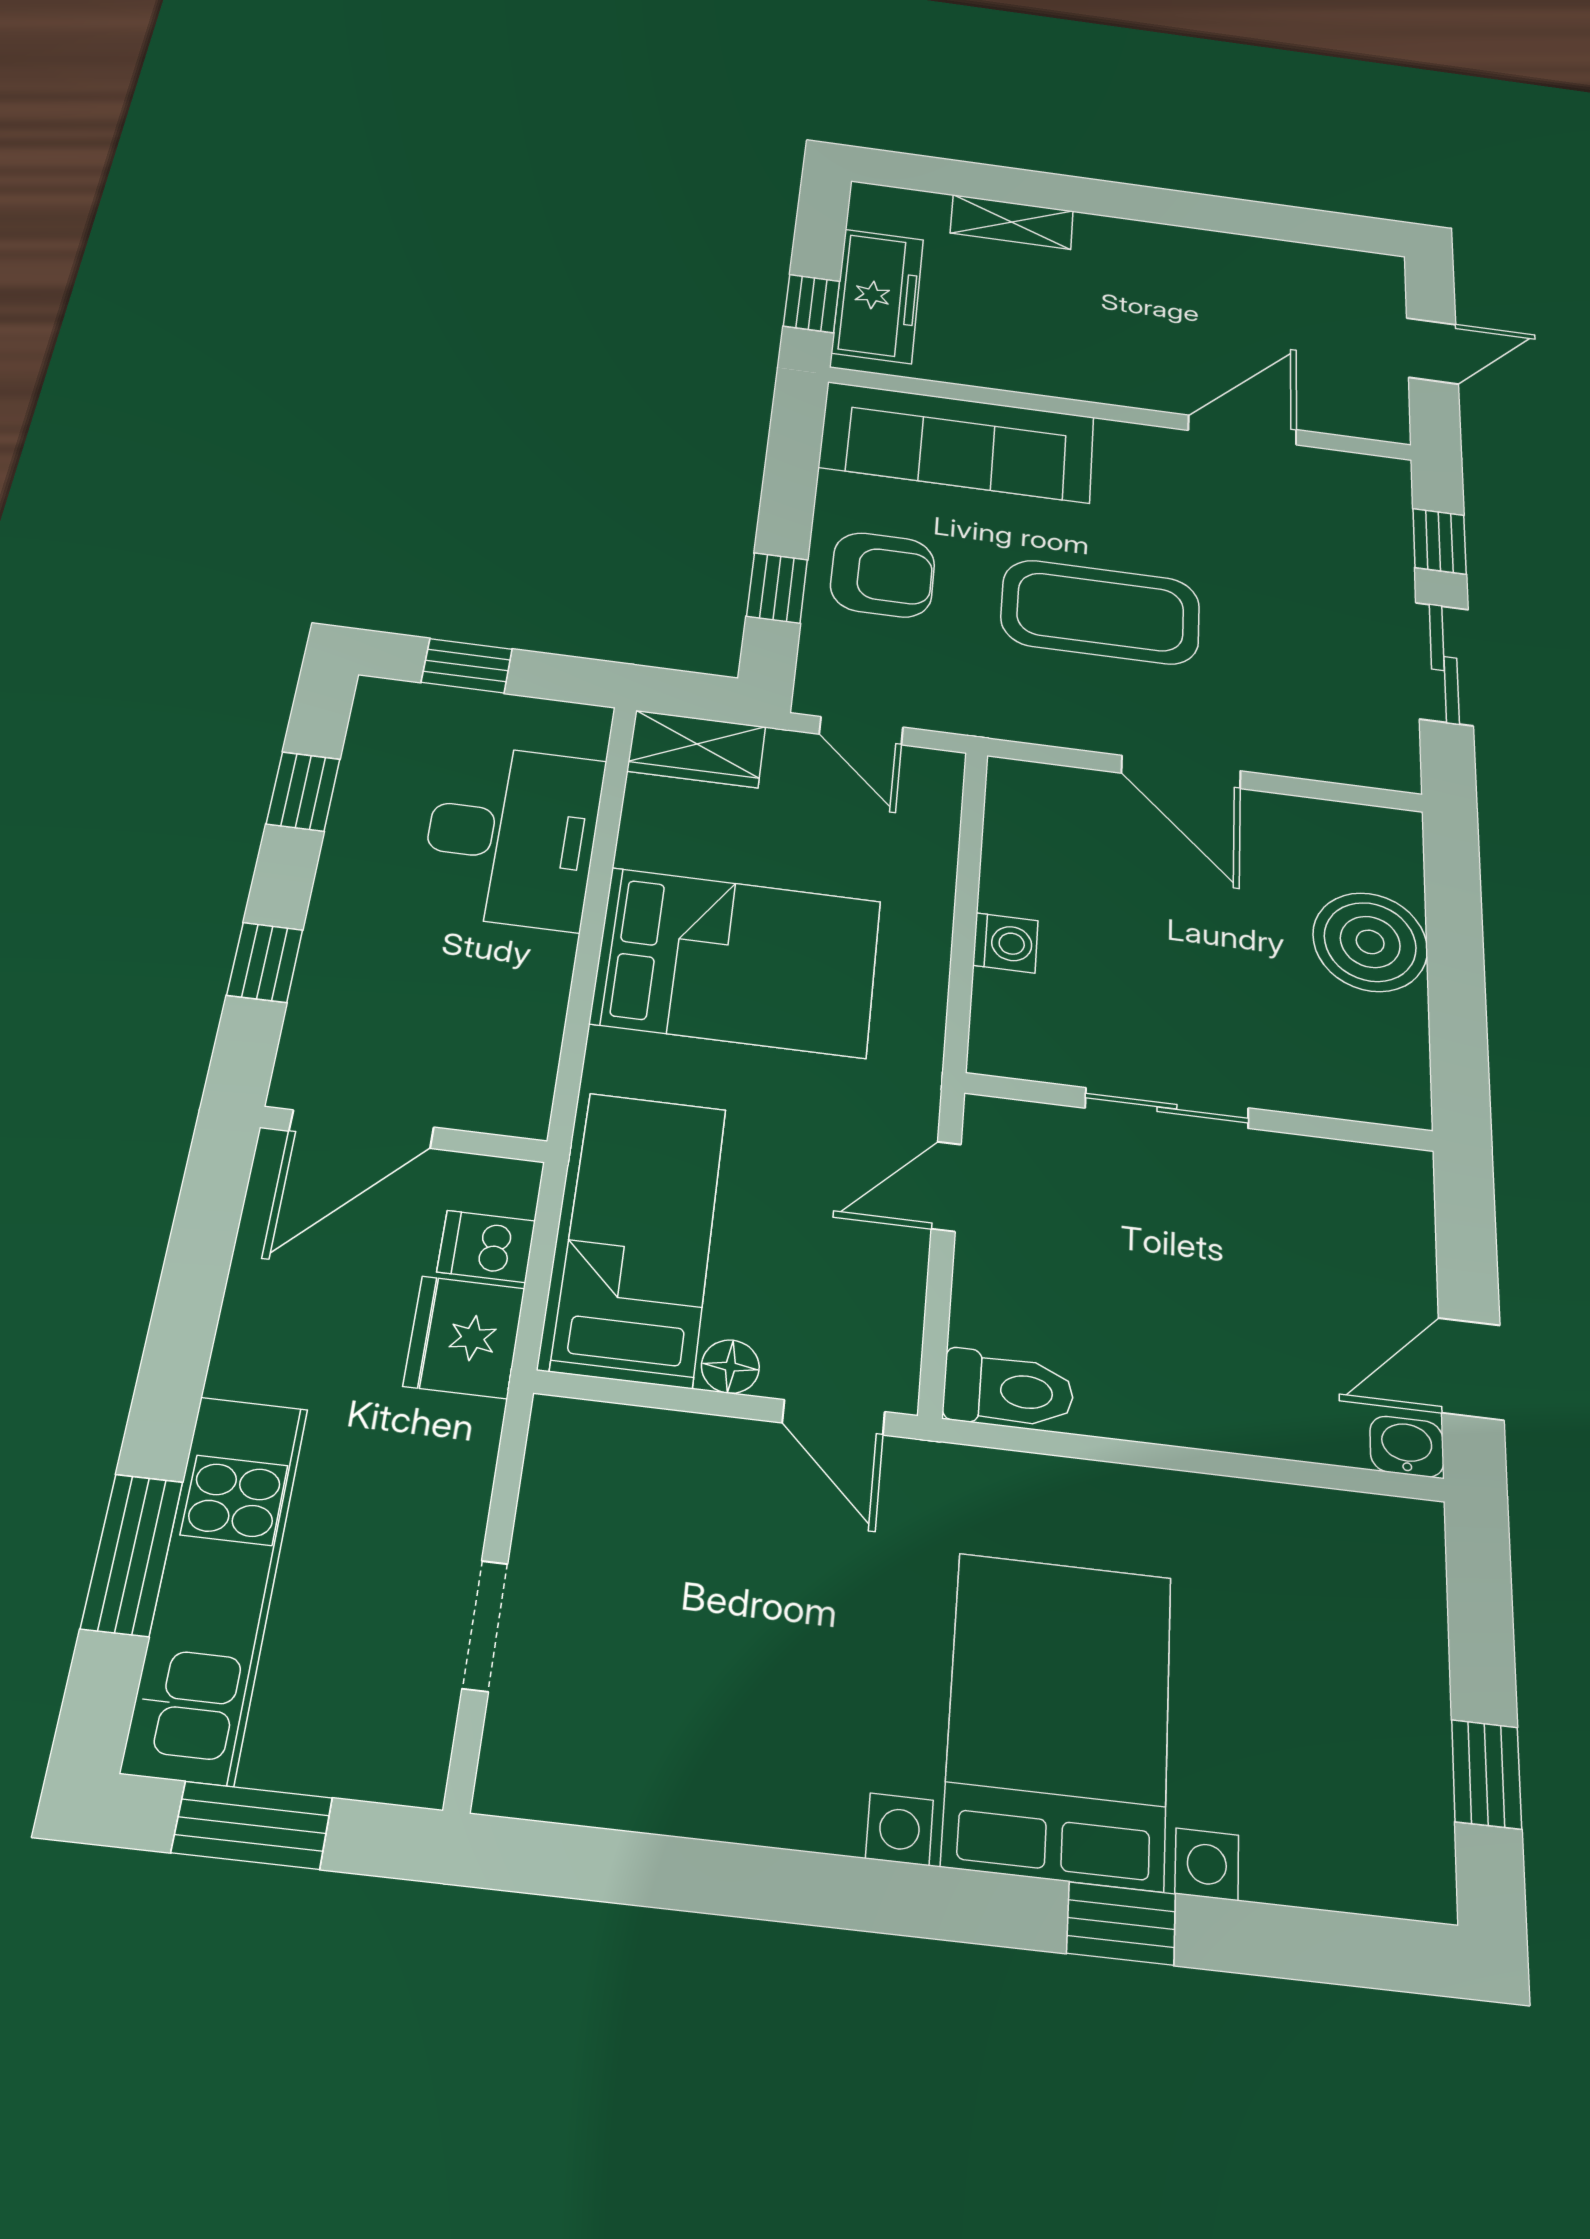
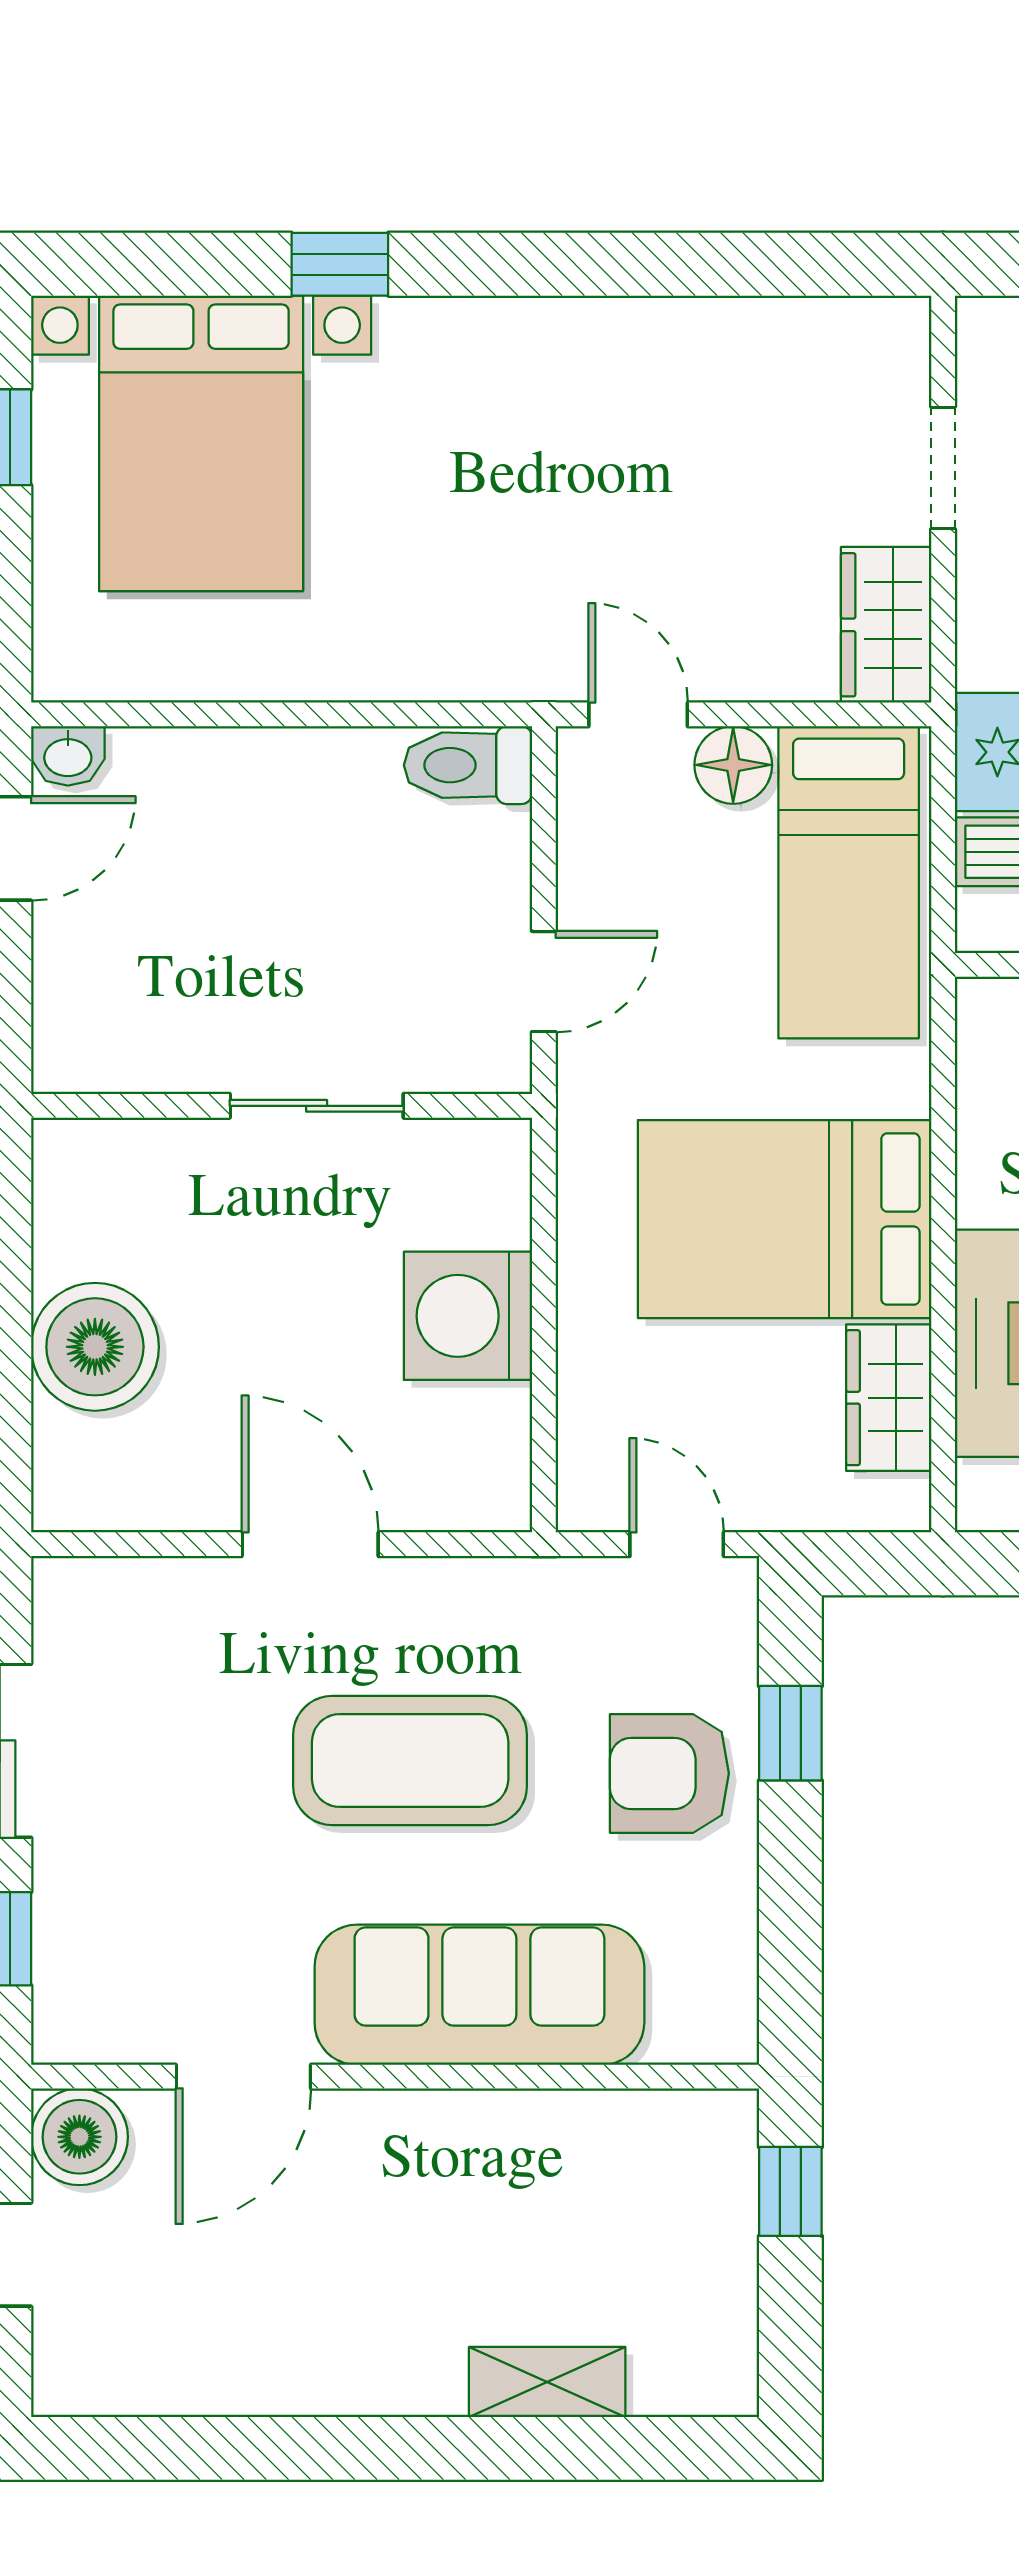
freezer: (878, 296) -> (709, 2220), removed
boiler: (1372, 411) -> (79, 2137), added
sofa: (957, 442) -> (479, 1995), moved
wardrobe: (697, 749) -> (889, 1398), moved, turned -90
washing machine: (1005, 943) -> (468, 1316), width x1.89, depth x1.89
floor lamp: (730, 1367) -> (733, 765), width x1.37, depth x1.37
wardrobe: (569, 1474) -> (886, 625), added
bed with nightstands: (1059, 1718) -> (201, 443), moved

